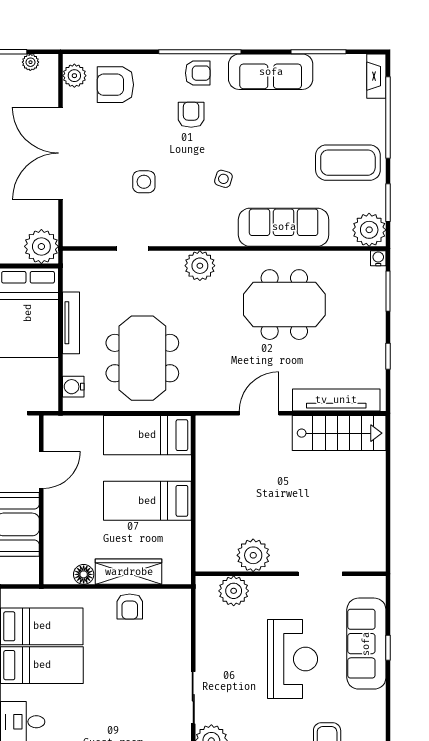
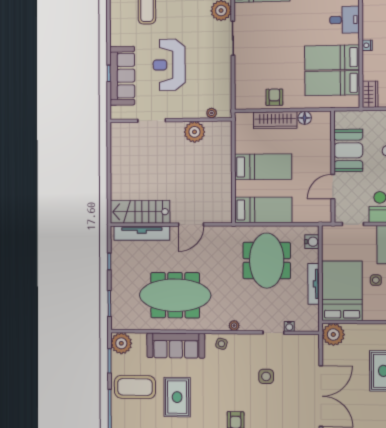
rug: (282, 148) -> (177, 397), added
side table: (223, 179) -> (221, 344), moved
water cooler: (378, 258) -> (289, 326), moved
plant: (200, 266) -> (234, 326), width x0.53, depth x0.53
meeting table: (284, 305) -> (175, 295), width x1.36
plant: (234, 591) -> (212, 113), width x0.53, depth x0.53

